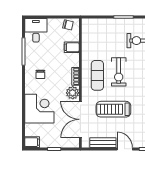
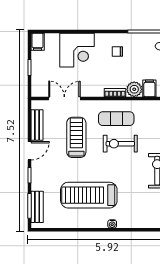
plant: (73, 93) -> (134, 89), moved
double door: (80, 119) -> (64, 99), width x0.73

